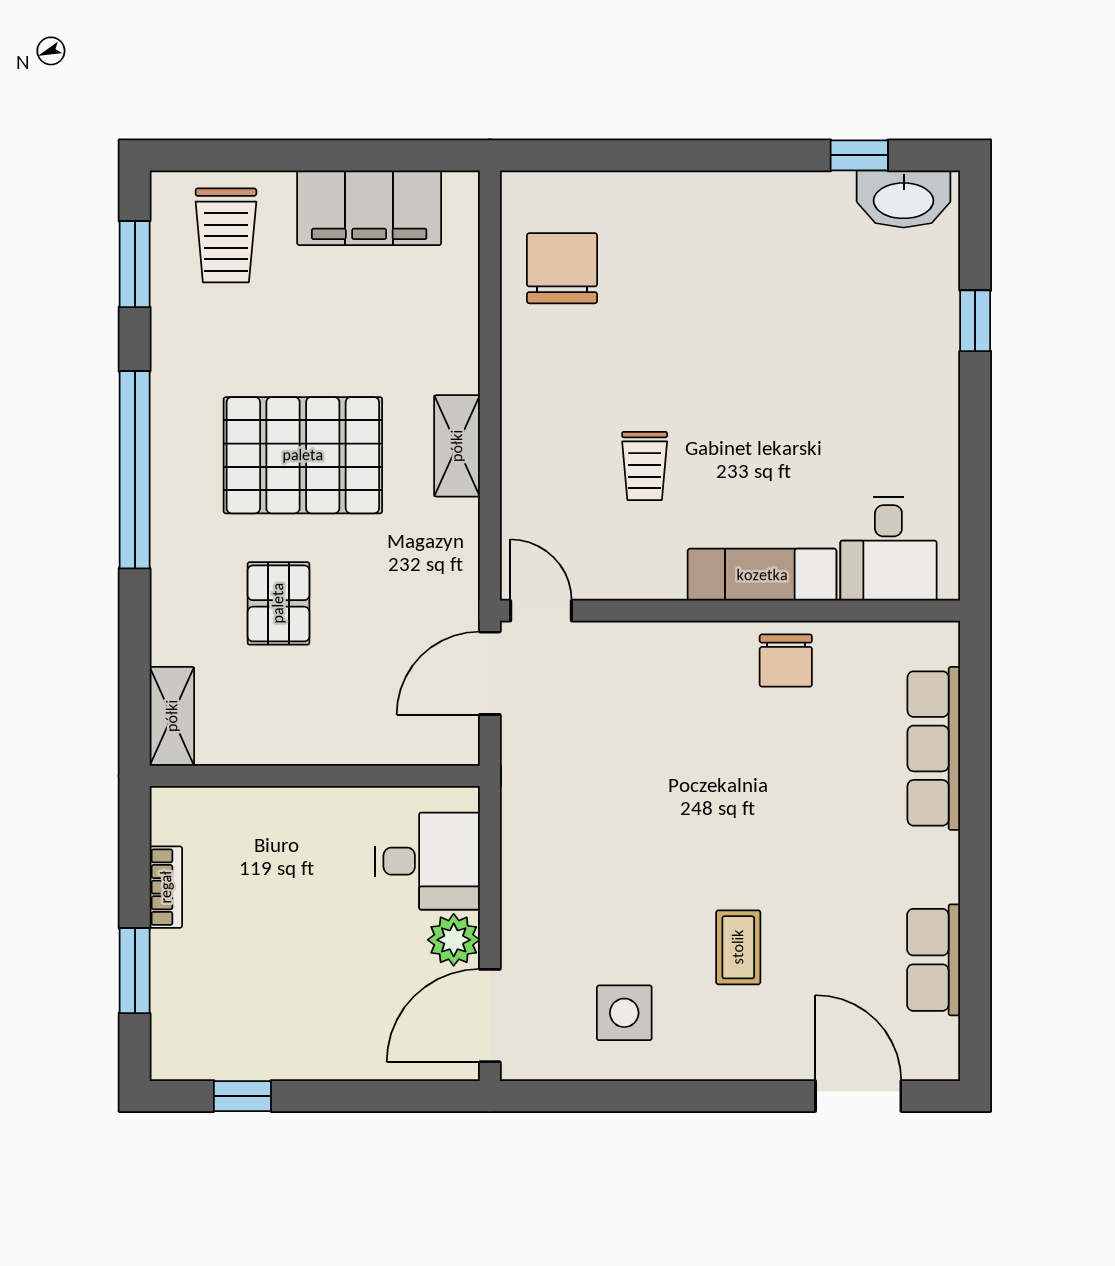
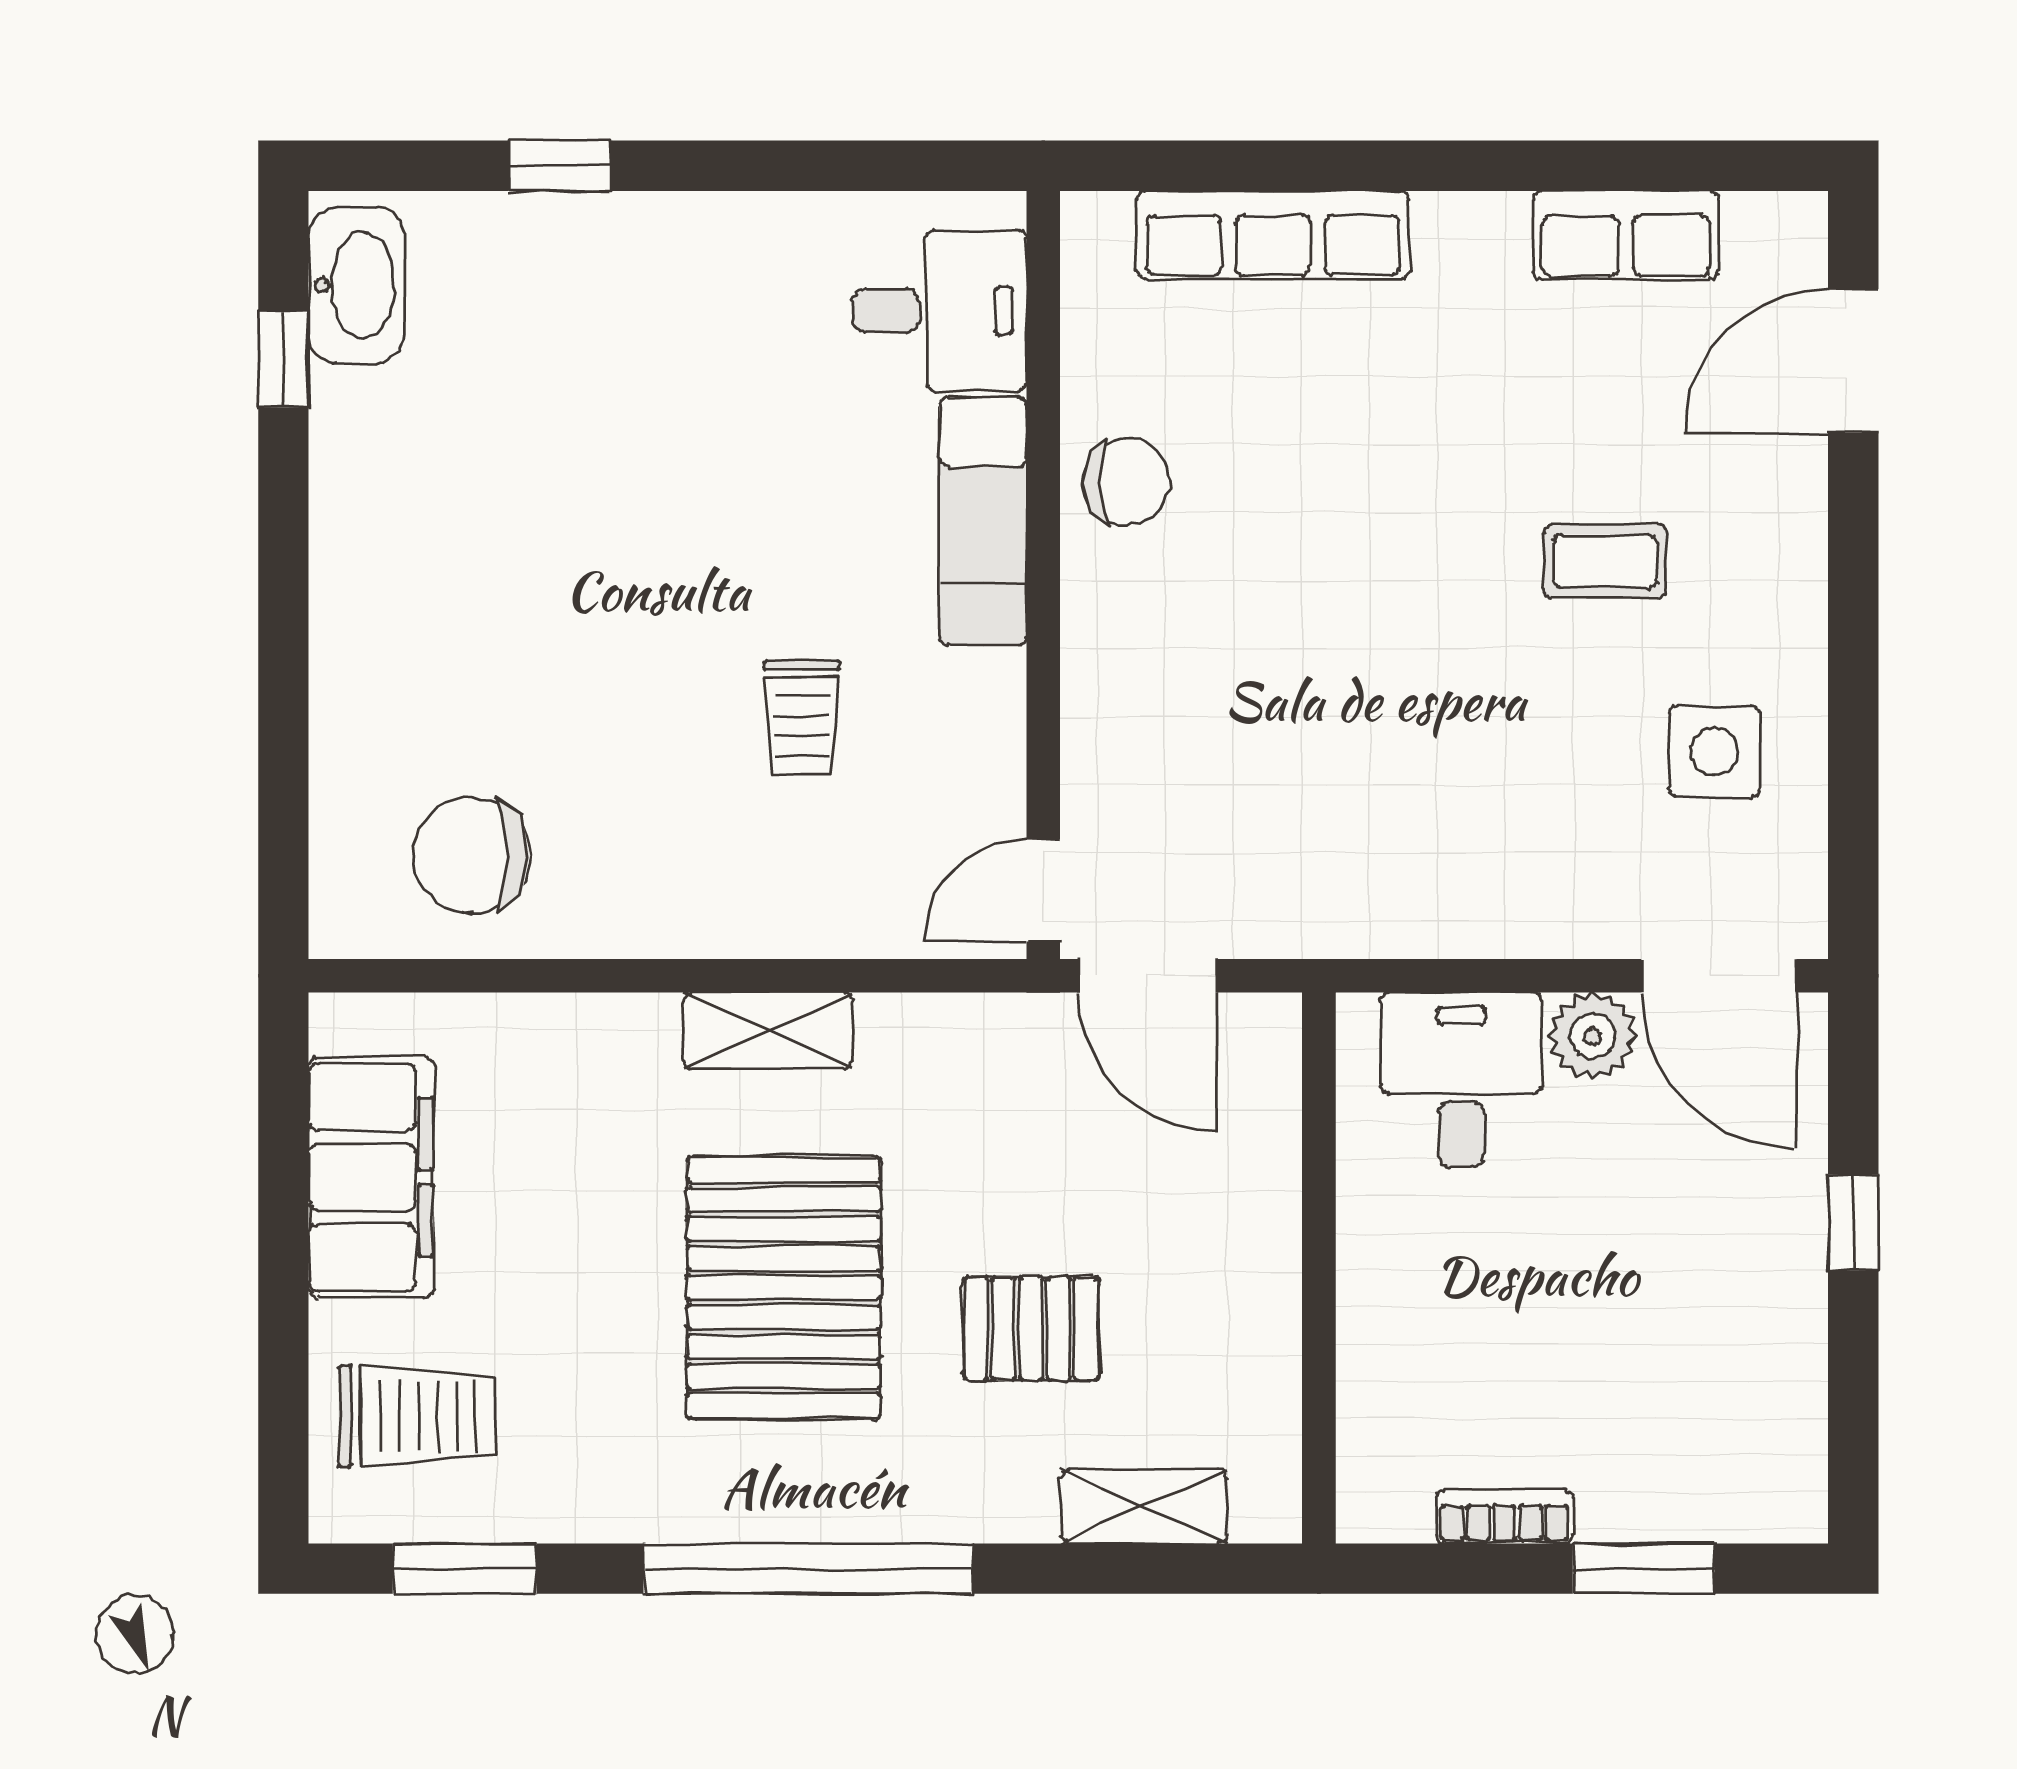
trolley: (645, 466) -> (802, 717), turned 90
shelving: (172, 716) -> (1144, 1506), moved
window: (242, 1096) -> (1853, 1223), moved

